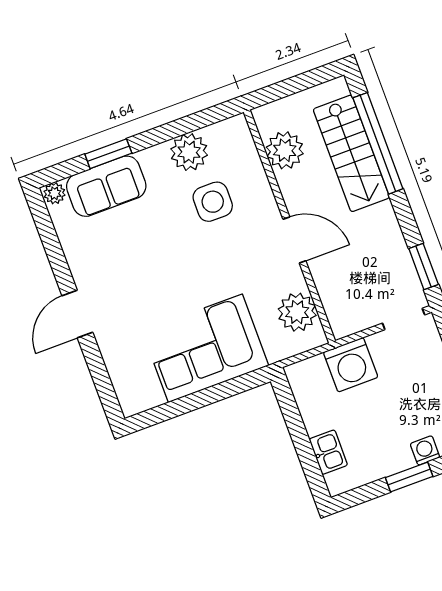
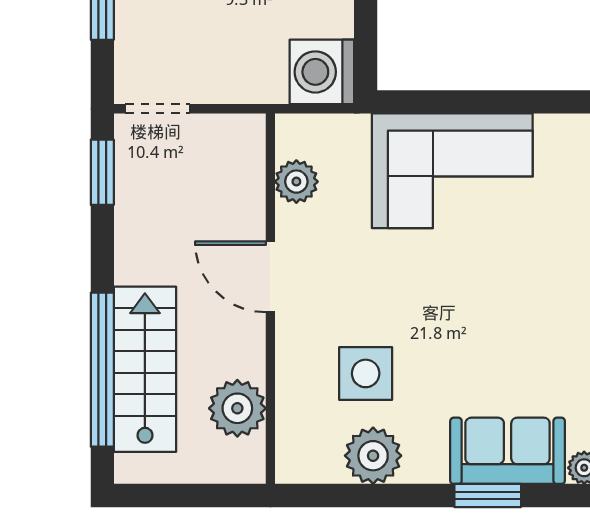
plant: (297, 312) -> (296, 182), width x0.73, depth x0.73
washing machine: (351, 365) -> (322, 72), moved, turned -90

